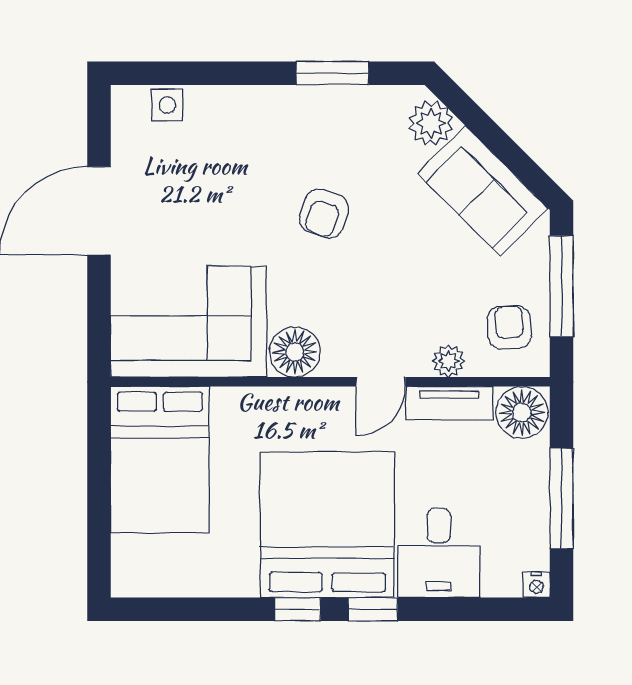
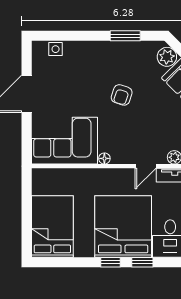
floor lamp: (295, 352) -> (104, 158), width x0.53, depth x0.53
bed: (160, 460) -> (52, 226), moved, turned 180

